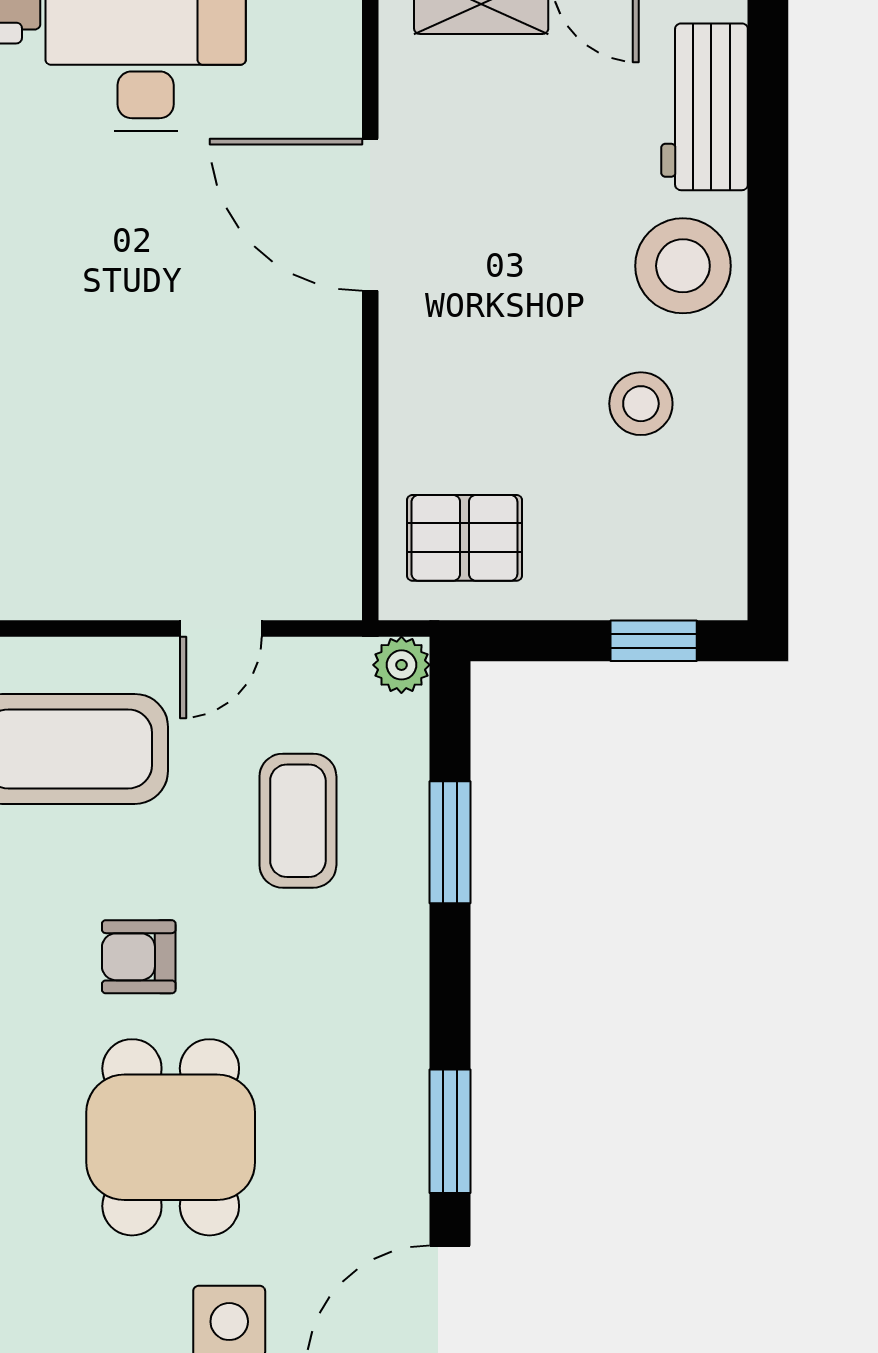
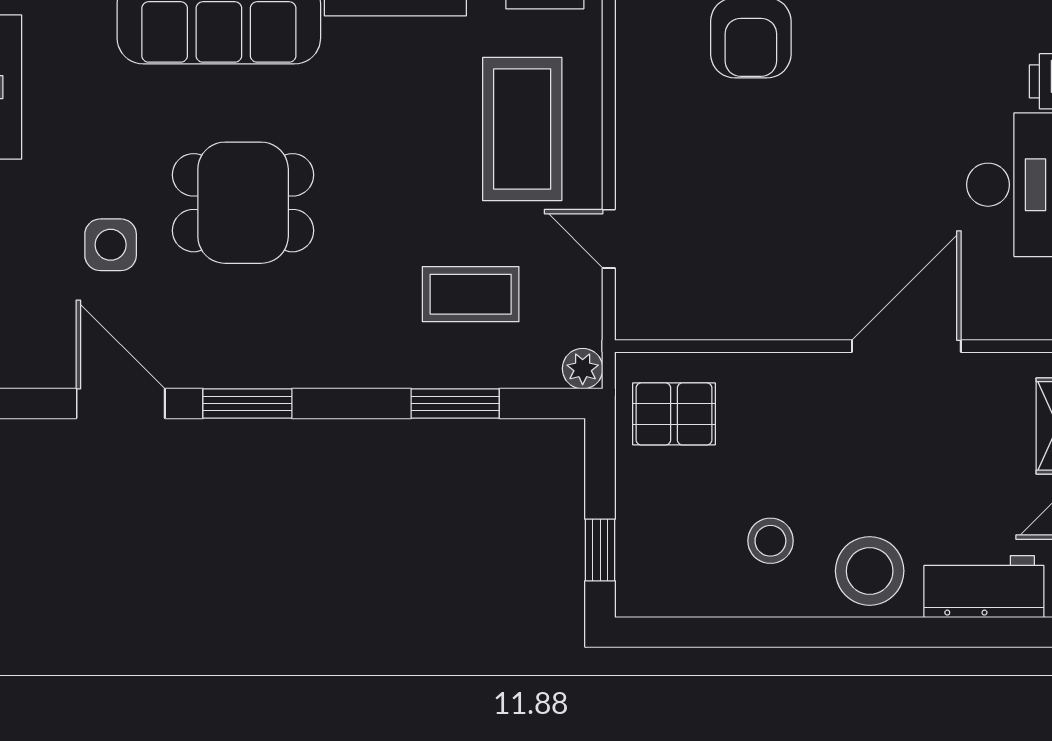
pallet: (464, 538) -> (674, 414), turned 90
armchair: (139, 957) -> (373, 180), removed

